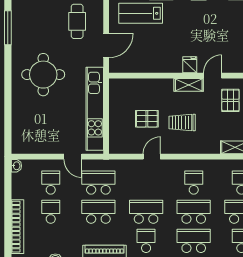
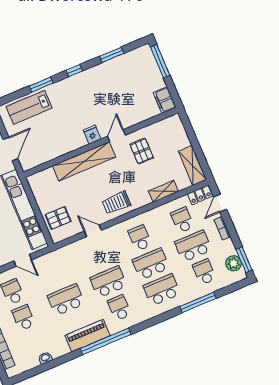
shelving: (189, 85) -> (84, 161), width x2.20, depth x1.33
pallet: (147, 119) -> (58, 218), moved
trolley: (182, 123) -> (116, 203), moved
door: (152, 157) -> (93, 231), hinge flipped
school desk: (98, 183) -> (55, 274), removed

